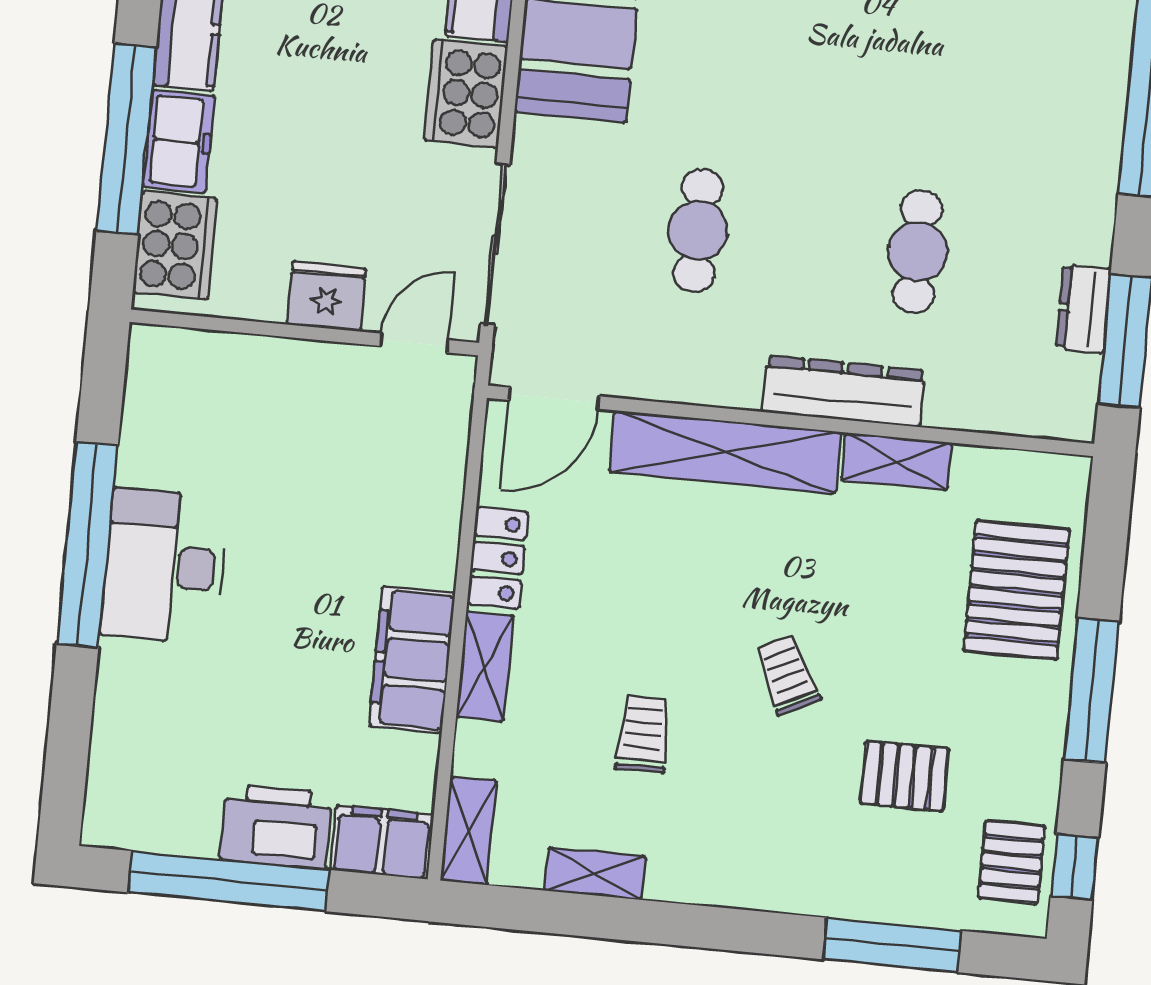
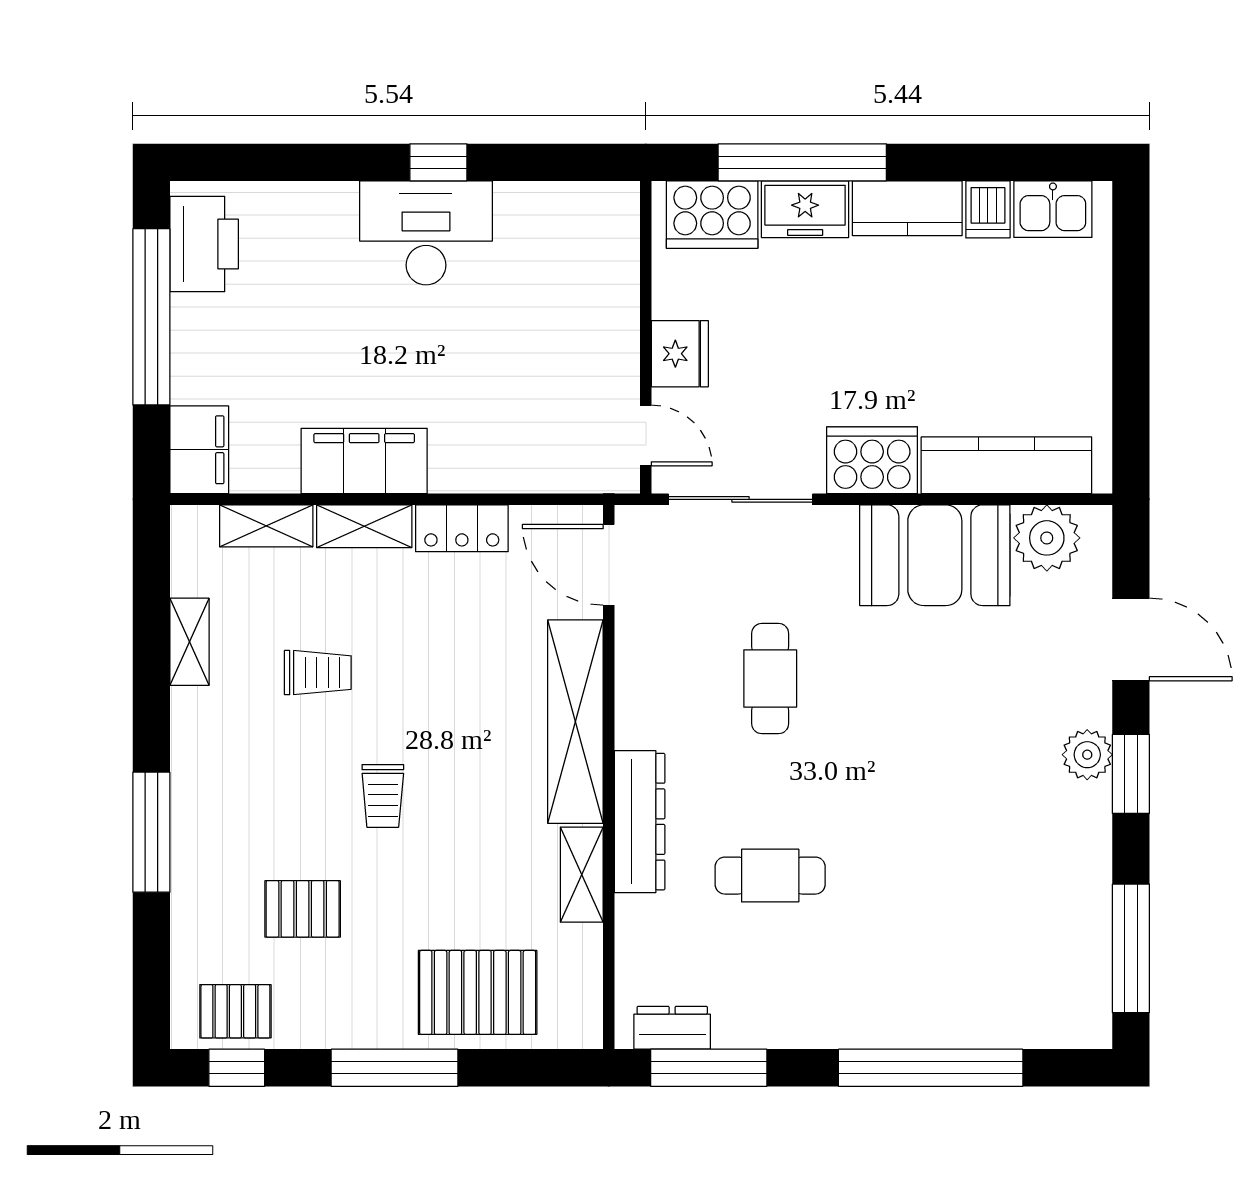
cafe table: (698, 230) -> (770, 679), turned 90
dresser: (1083, 309) -> (672, 1028), moved
window: (87, 545) -> (438, 162), width x0.32
trolley: (787, 675) -> (383, 796), turned 116
pallet: (905, 776) -> (303, 909), turned 90
printer: (276, 826) -> (204, 244), moved
shelving: (469, 831) -> (266, 526), moved
window: (892, 945) -> (151, 832), moved

